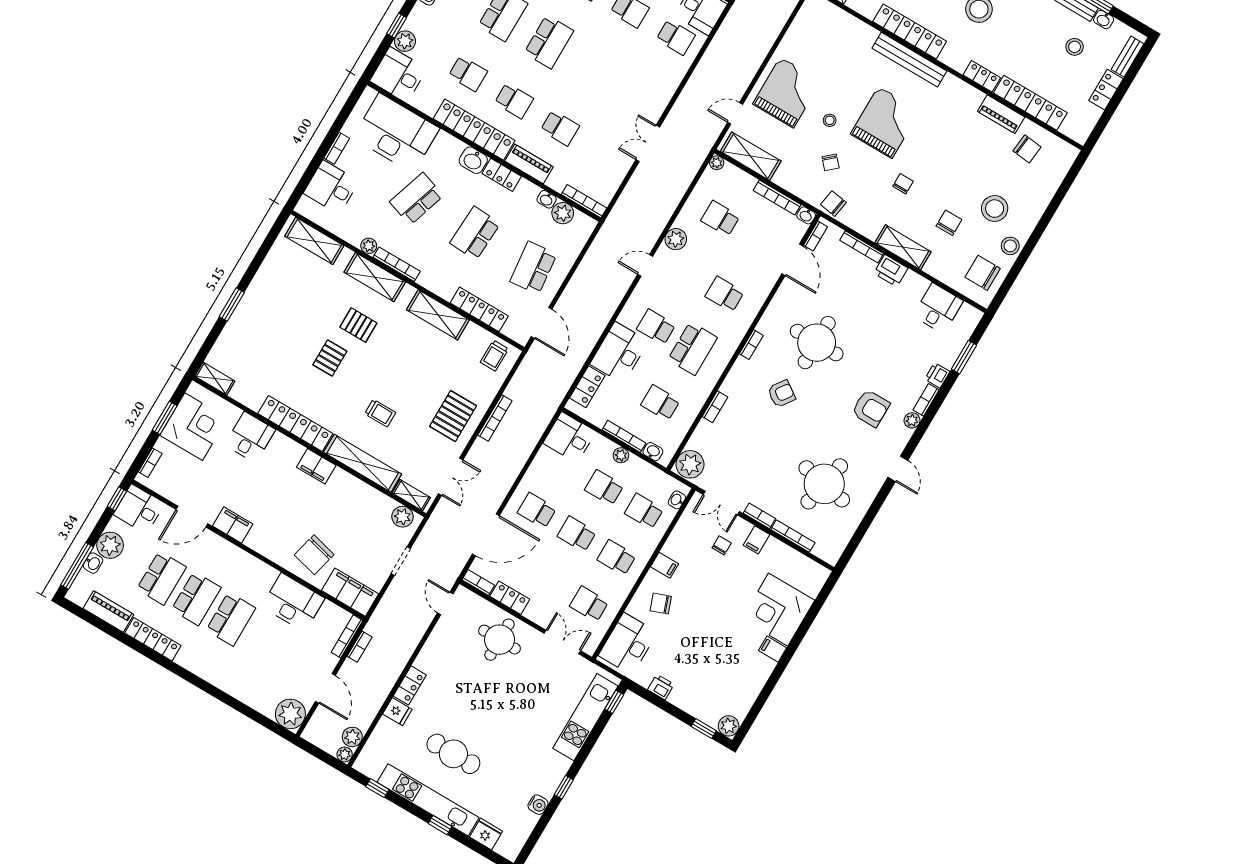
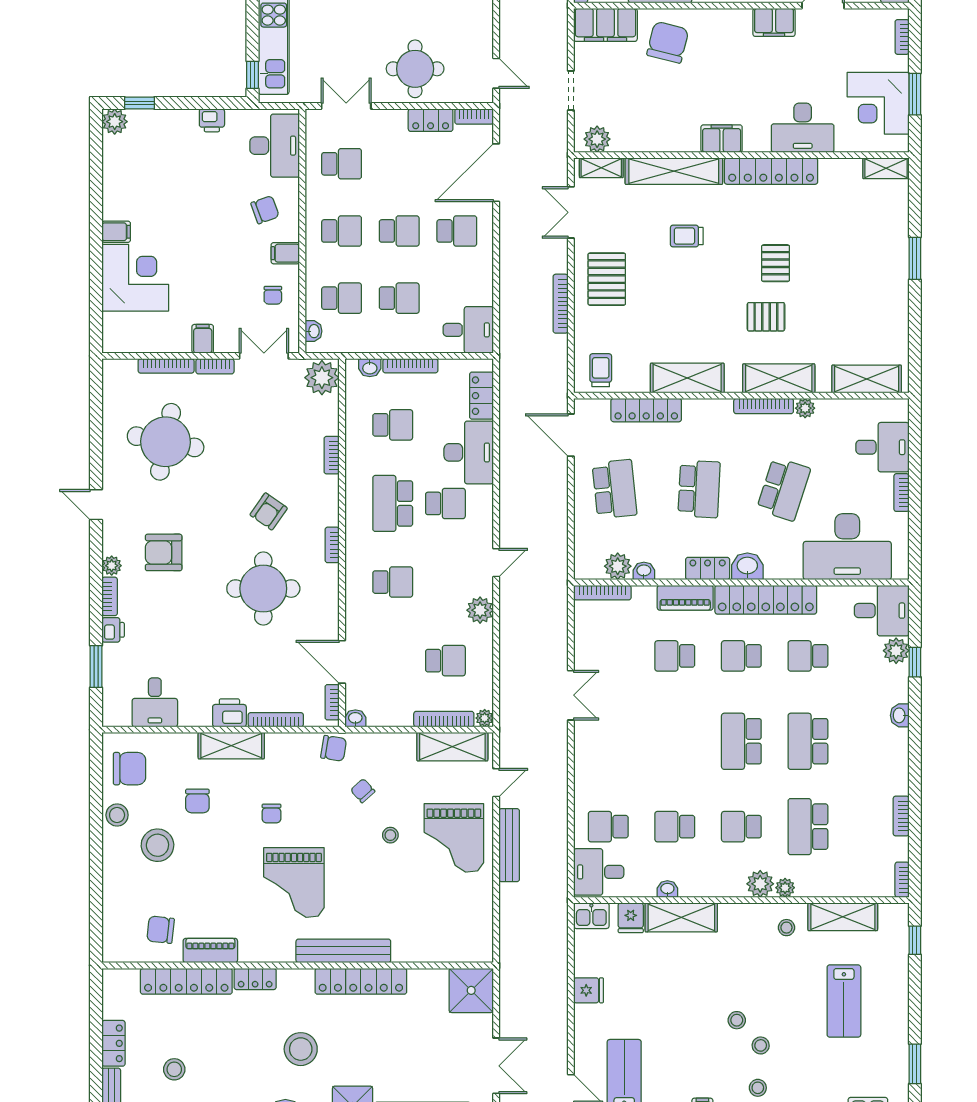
bench: (752, 65) -> (509, 845), added
grand piano: (885, 122) -> (294, 883), moved
bookcase: (777, 197) -> (444, 719), moved
desk: (250, 437) -> (803, 128), width x1.37
plant: (621, 455) -> (402, 344), removed
chair: (722, 545) -> (273, 295), moved
double door: (562, 642) -> (346, 106), swing flipped

